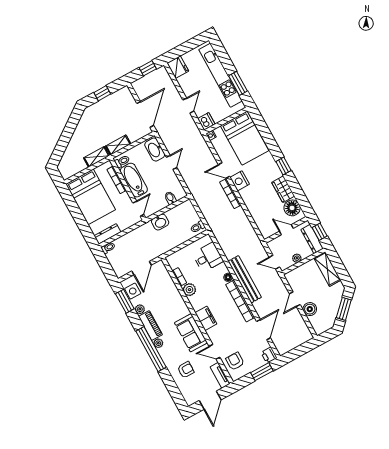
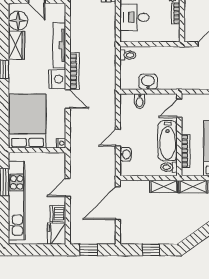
dishwasher: (206, 121) -> (58, 214), moved
washbasin: (155, 150) -> (126, 154), width x0.52, depth x0.69
tv unit: (252, 206) -> (59, 45), added
washbasin: (160, 222) -> (148, 82), moved

